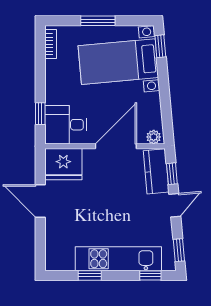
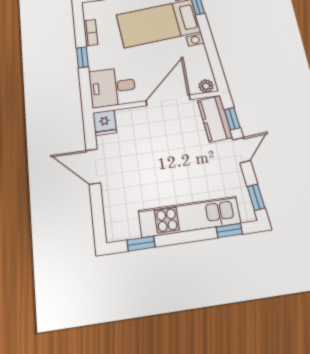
bookcase: (51, 44) -> (91, 33), moved
window: (40, 114) -> (82, 57), moved
fridge: (63, 164) -> (105, 123), width x0.53, depth x0.75
window: (90, 275) -> (141, 244), moved

